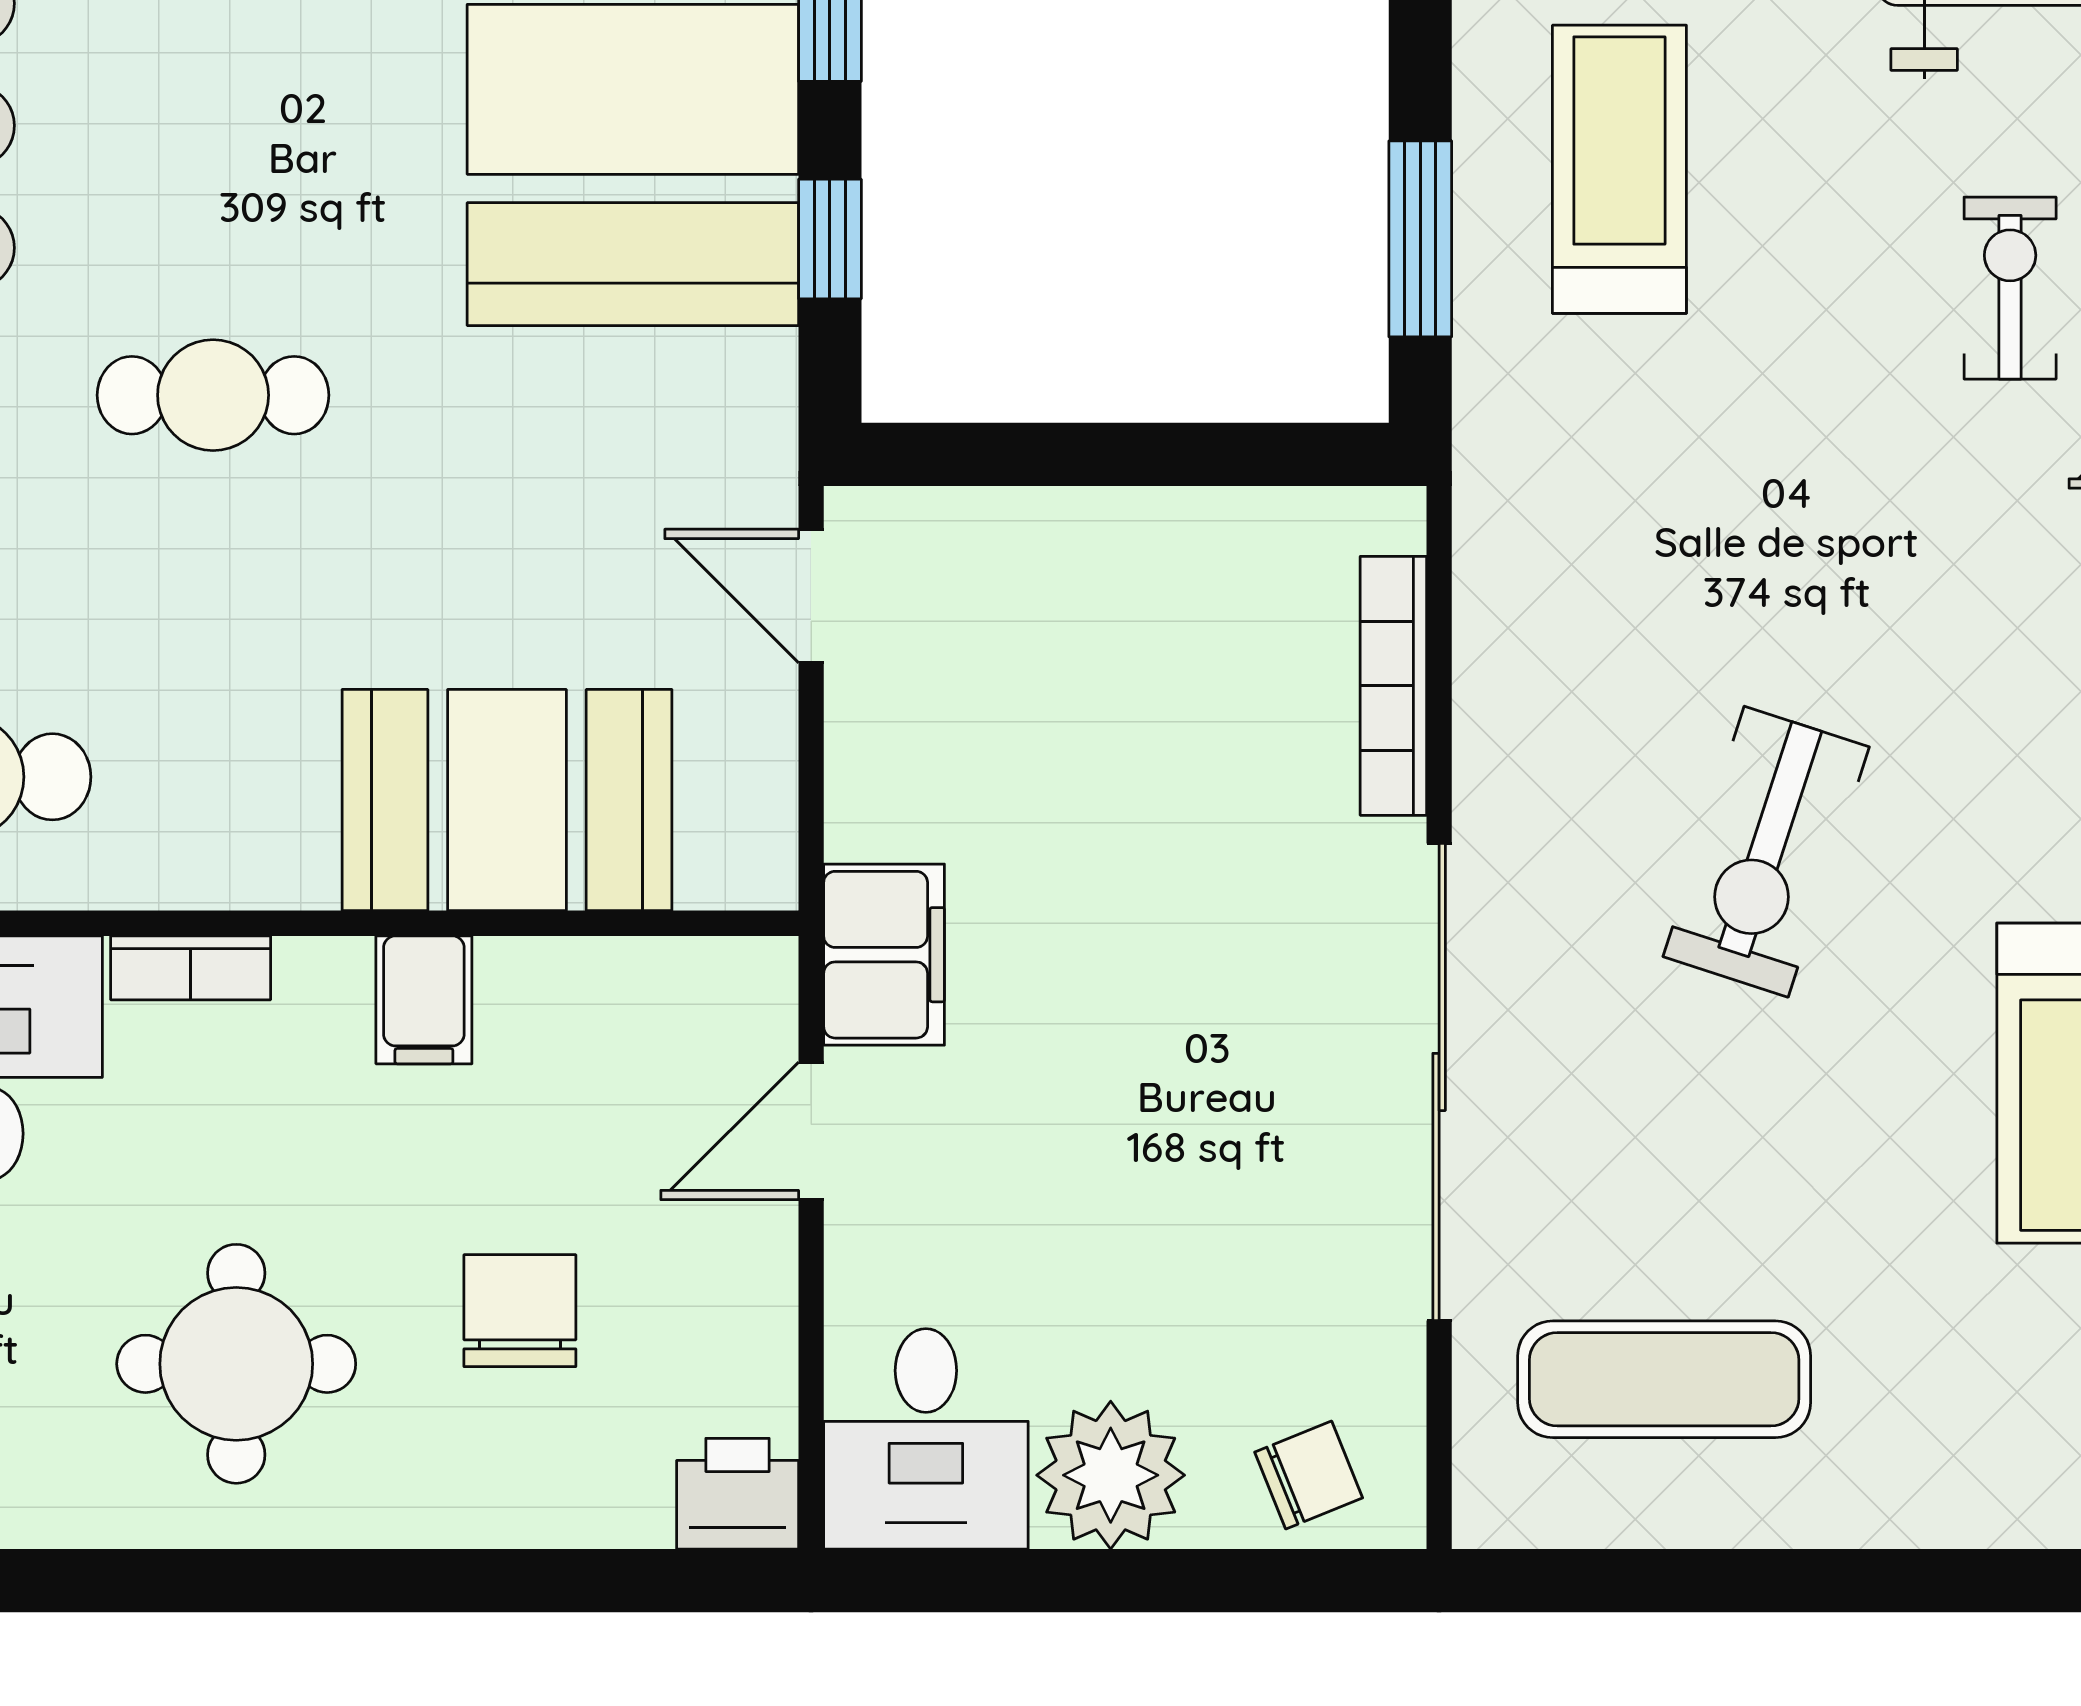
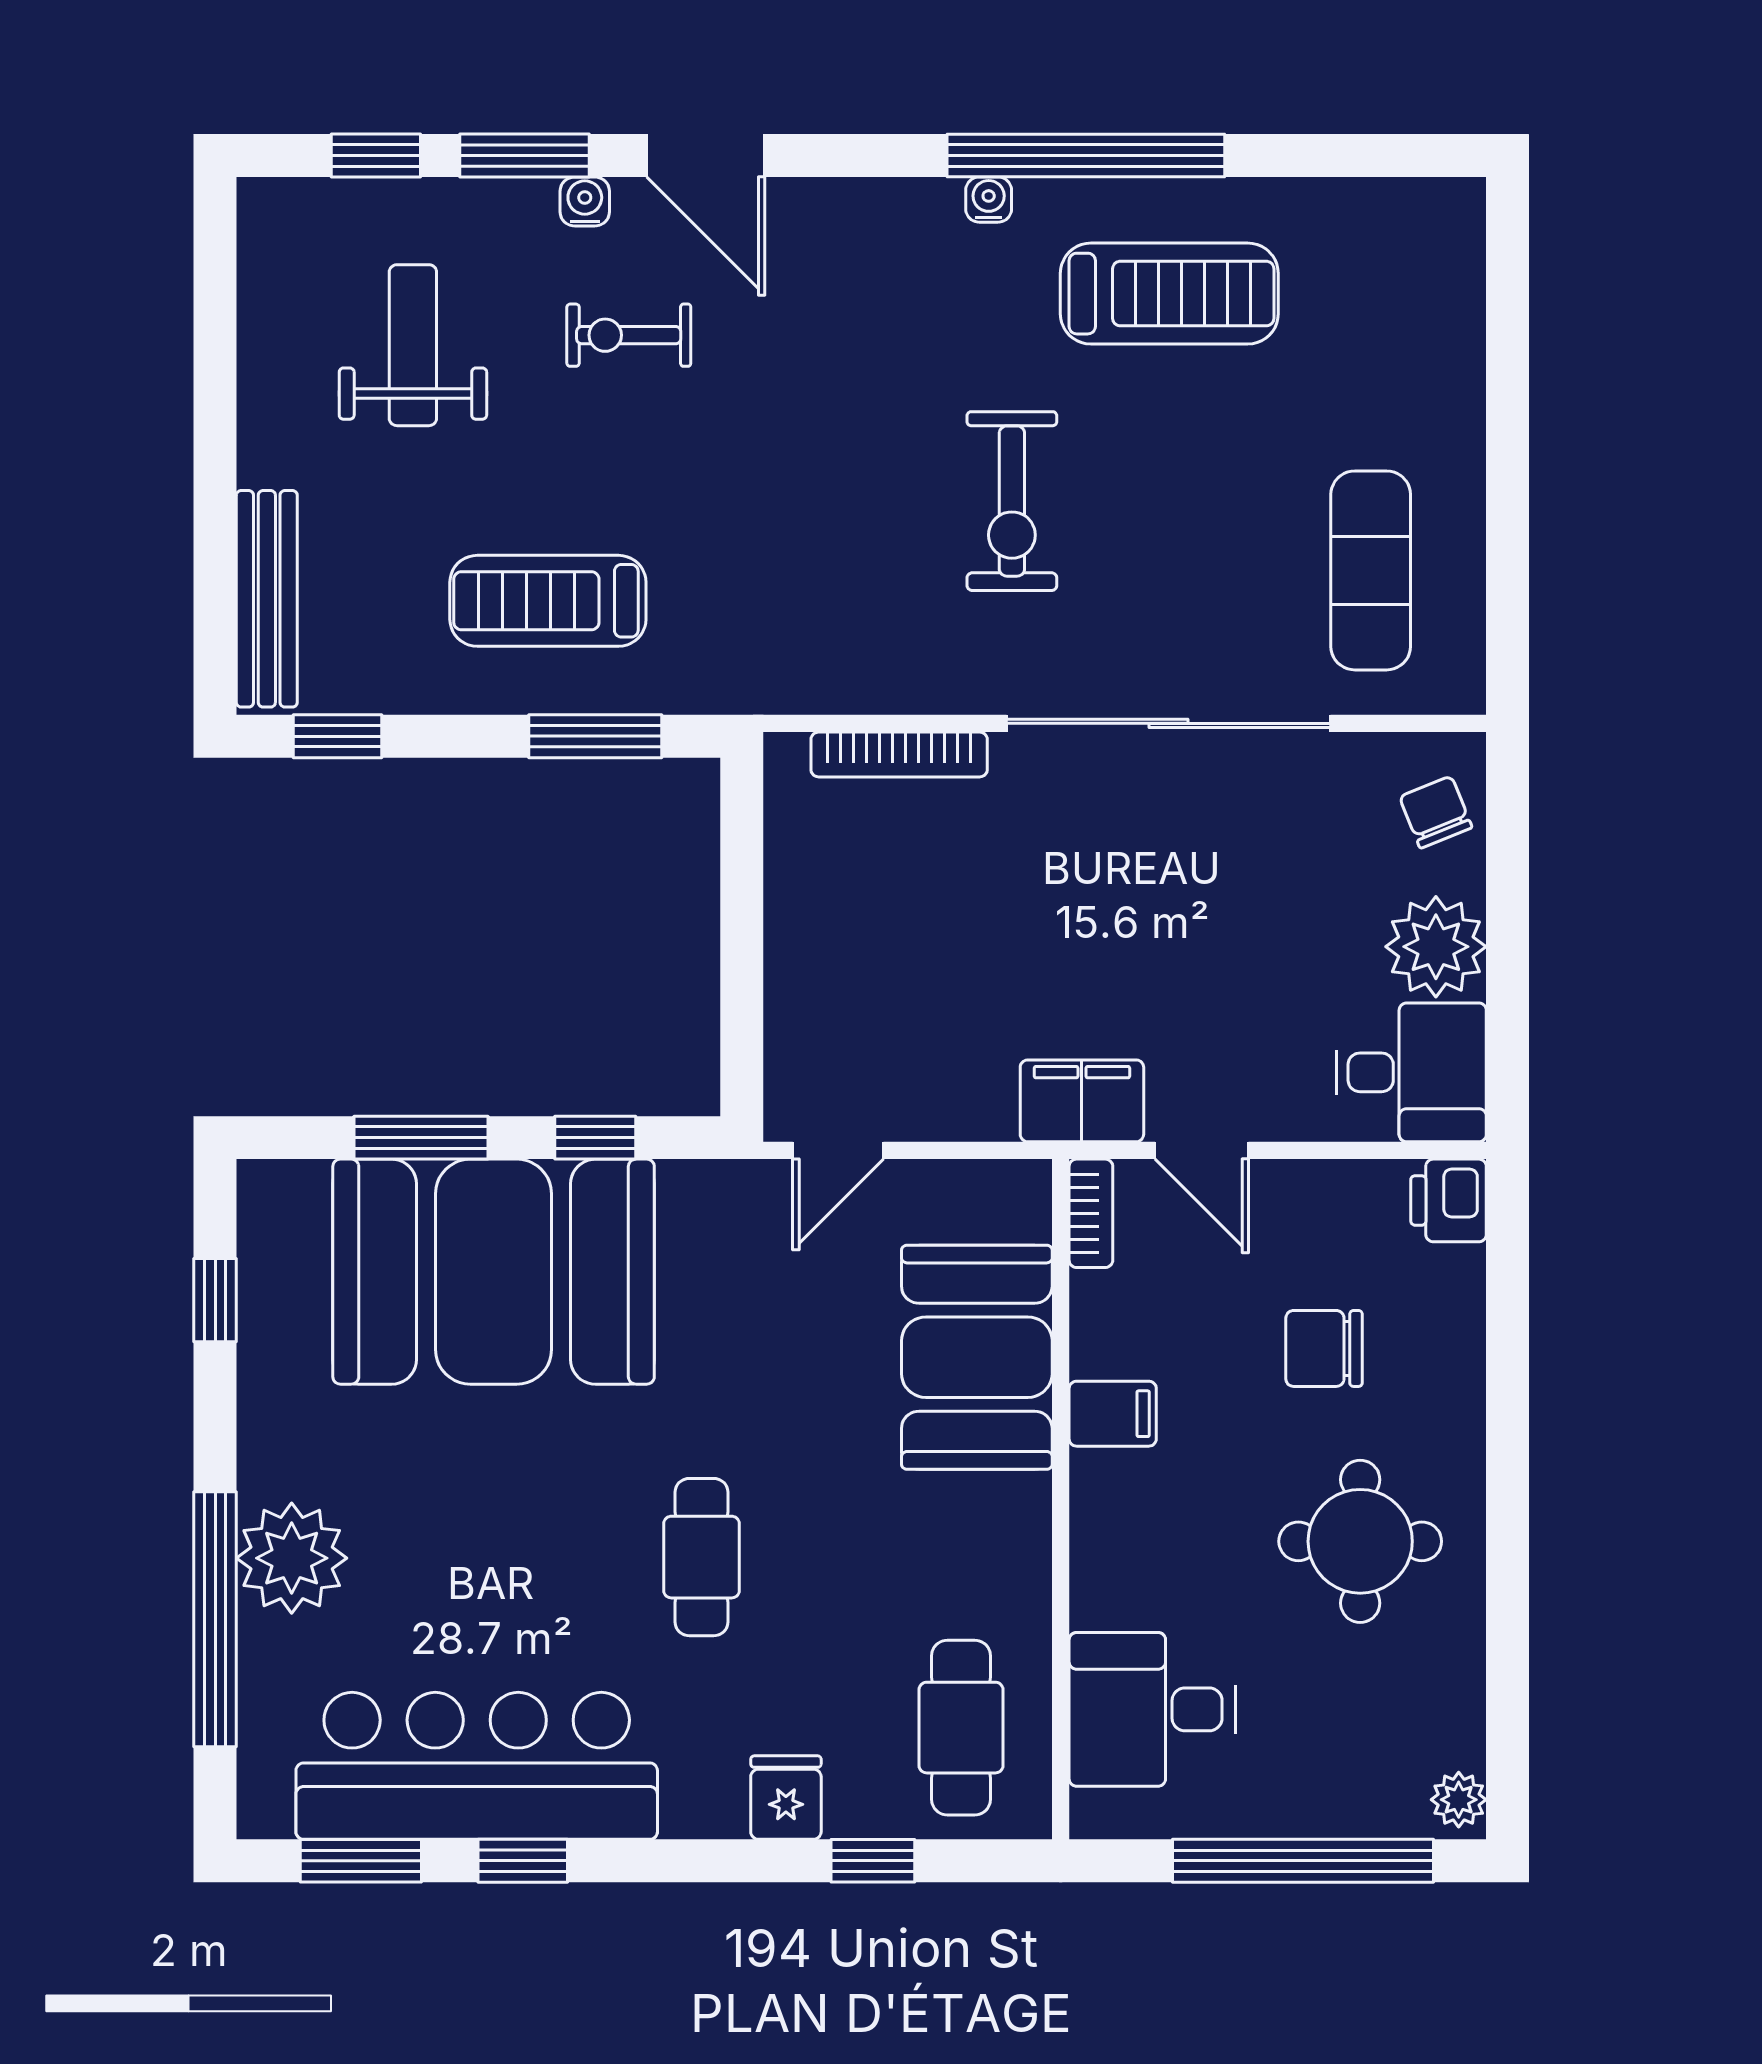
exercise bike: (1766, 852) -> (1012, 501), turned 72
bookcase: (191, 968) -> (1091, 1213), moved

